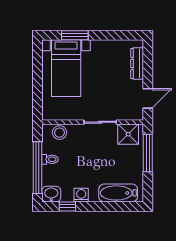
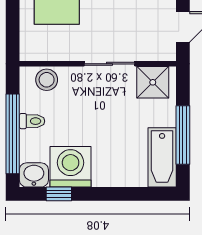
window: (148, 153) -> (183, 135), moved
bathtub: (118, 193) -> (162, 157), moved, turned -90
washing machine: (81, 195) -> (71, 167), width x1.89, depth x1.89

